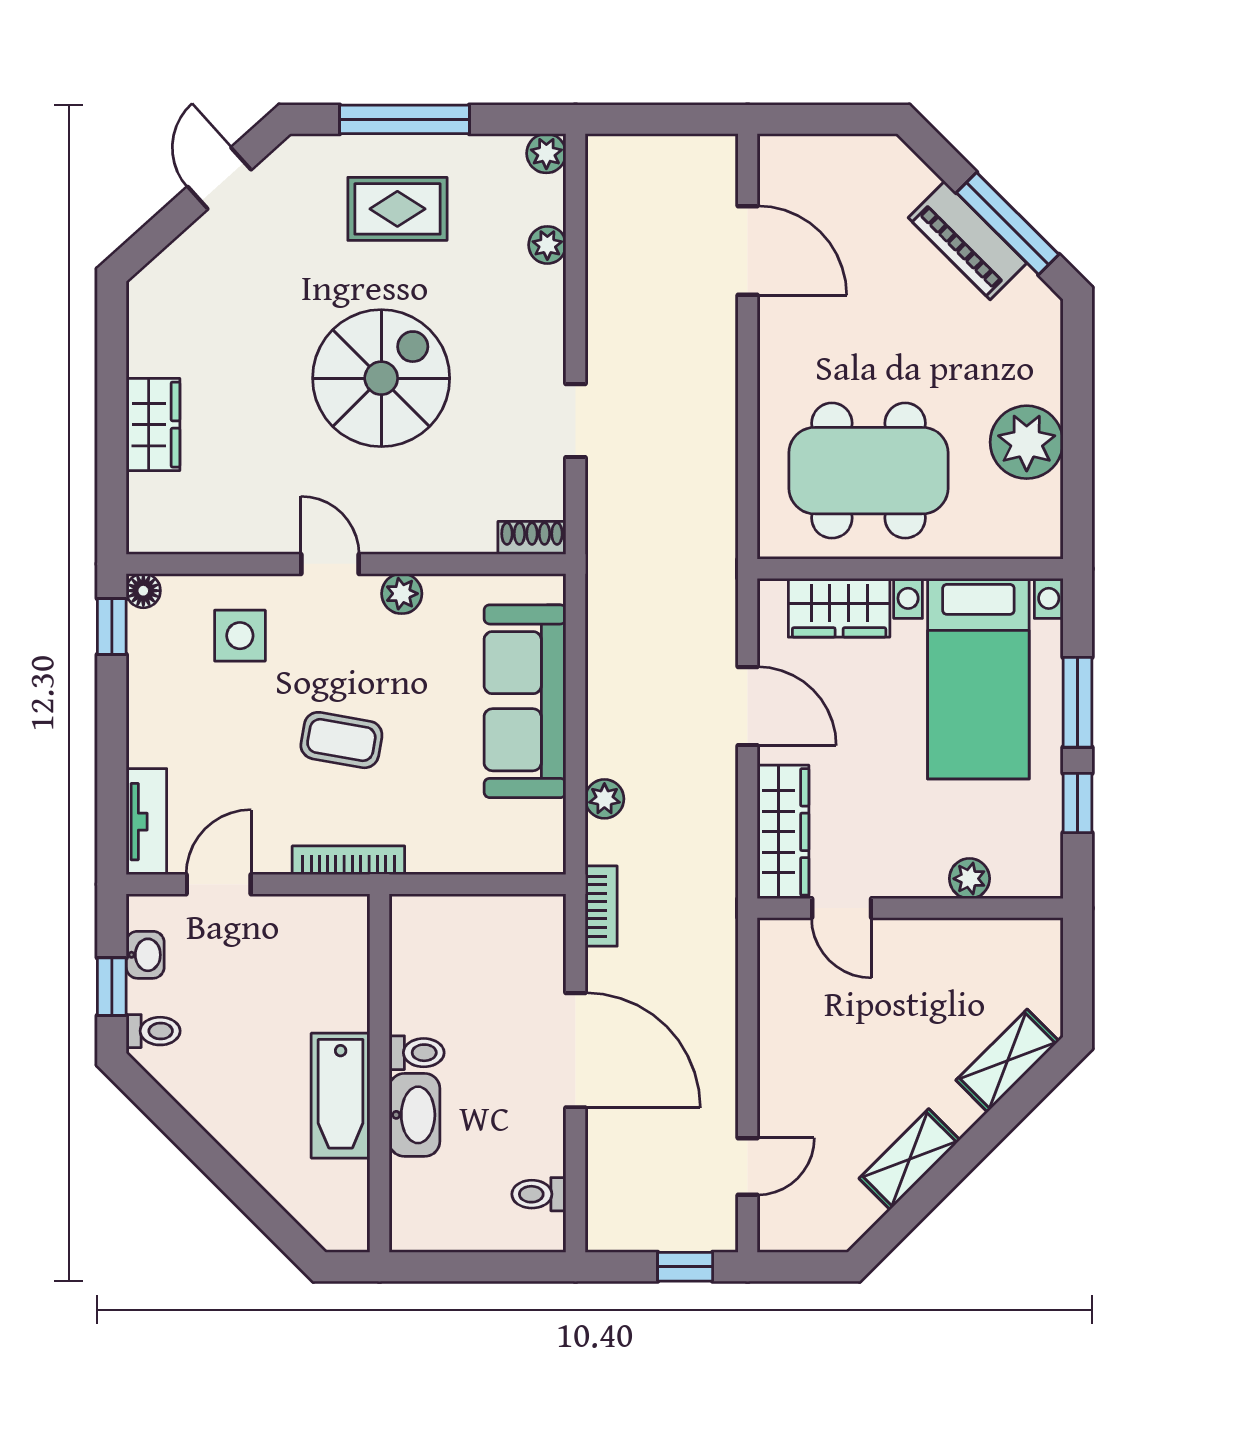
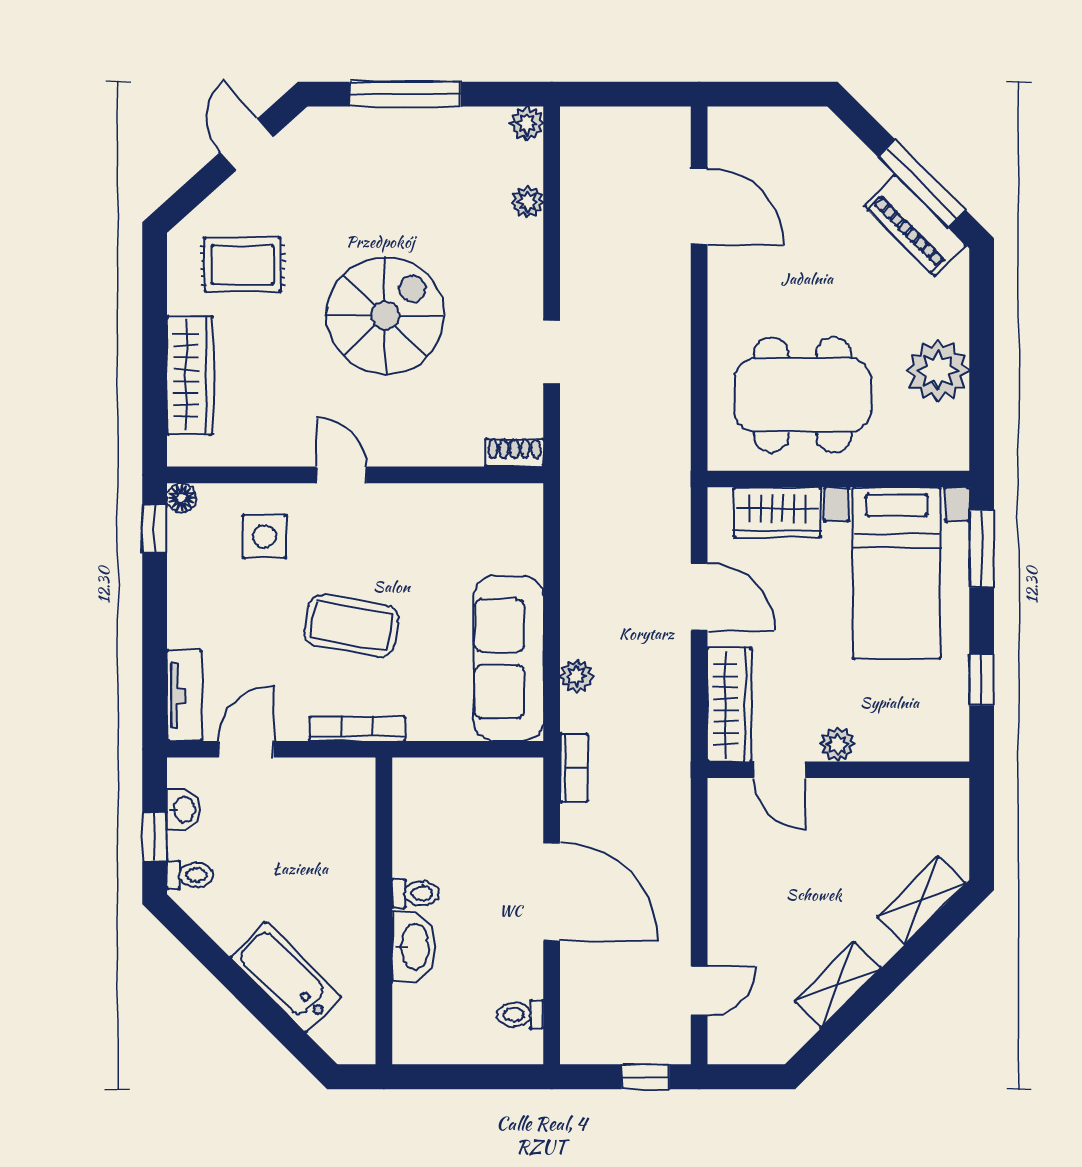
rug: (397, 209) -> (243, 265), moved
piano: (967, 240) -> (915, 225), moved
wardrobe: (153, 425) -> (190, 375), width x1.50
plant: (402, 594) -> (403, 500), removed
sofa: (525, 701) -> (508, 658), moved
window: (1077, 702) -> (982, 549), moved
coffee table: (341, 740) -> (351, 626), width x1.36, depth x1.30
plant: (969, 879) -> (837, 744), moved
bathtub: (341, 1096) -> (286, 977), moved, turned 135

